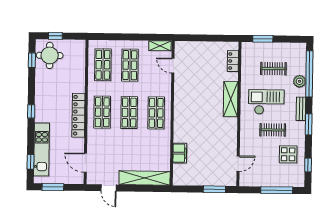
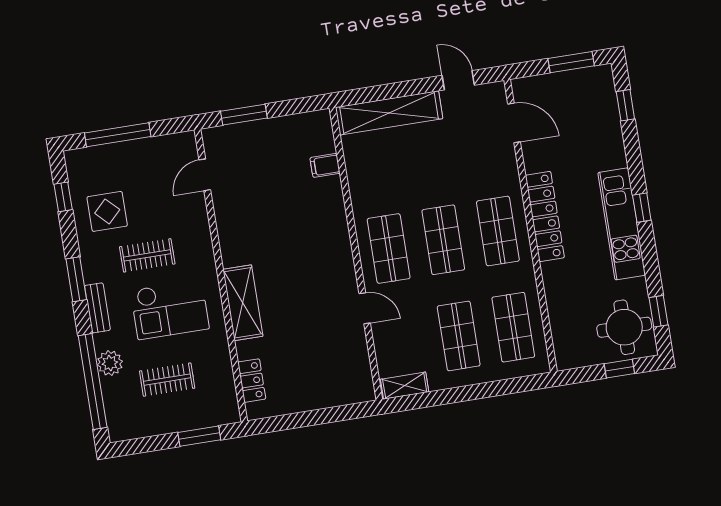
door: (173, 66) -> (365, 308), moved
kitchen unit: (42, 149) -> (622, 224), moved
filing cabinet: (180, 153) -> (325, 165), width x0.50

